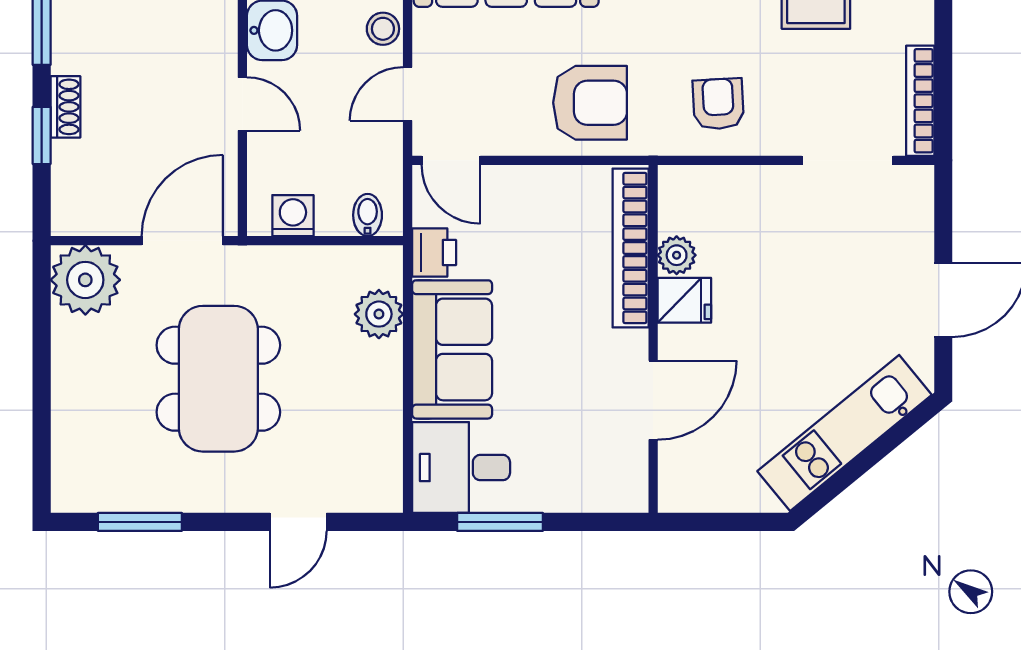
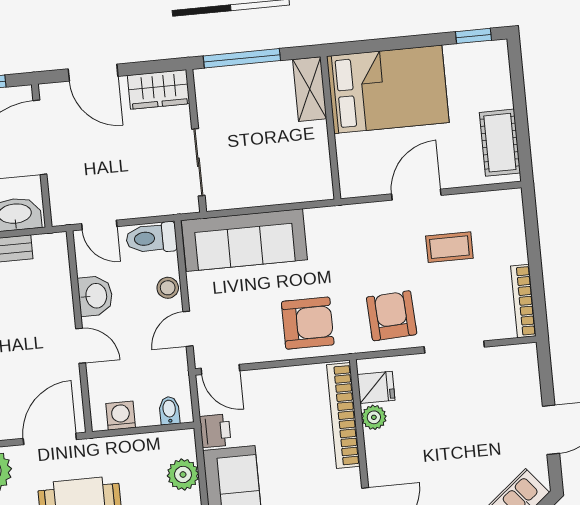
armchair: (718, 104) -> (392, 316), width x1.38, depth x1.38
doorway: (848, 160) -> (454, 347), moved
fridge: (684, 300) -> (376, 387), moved

